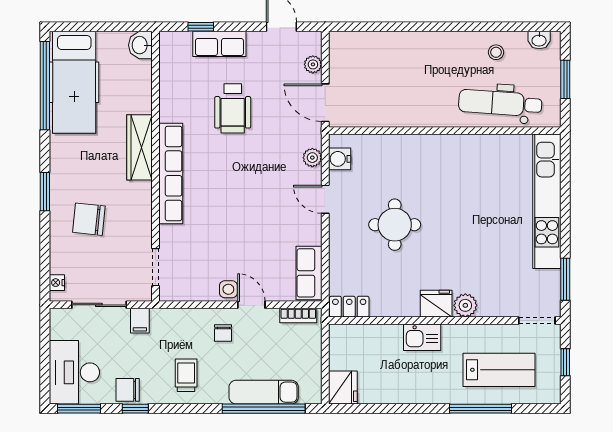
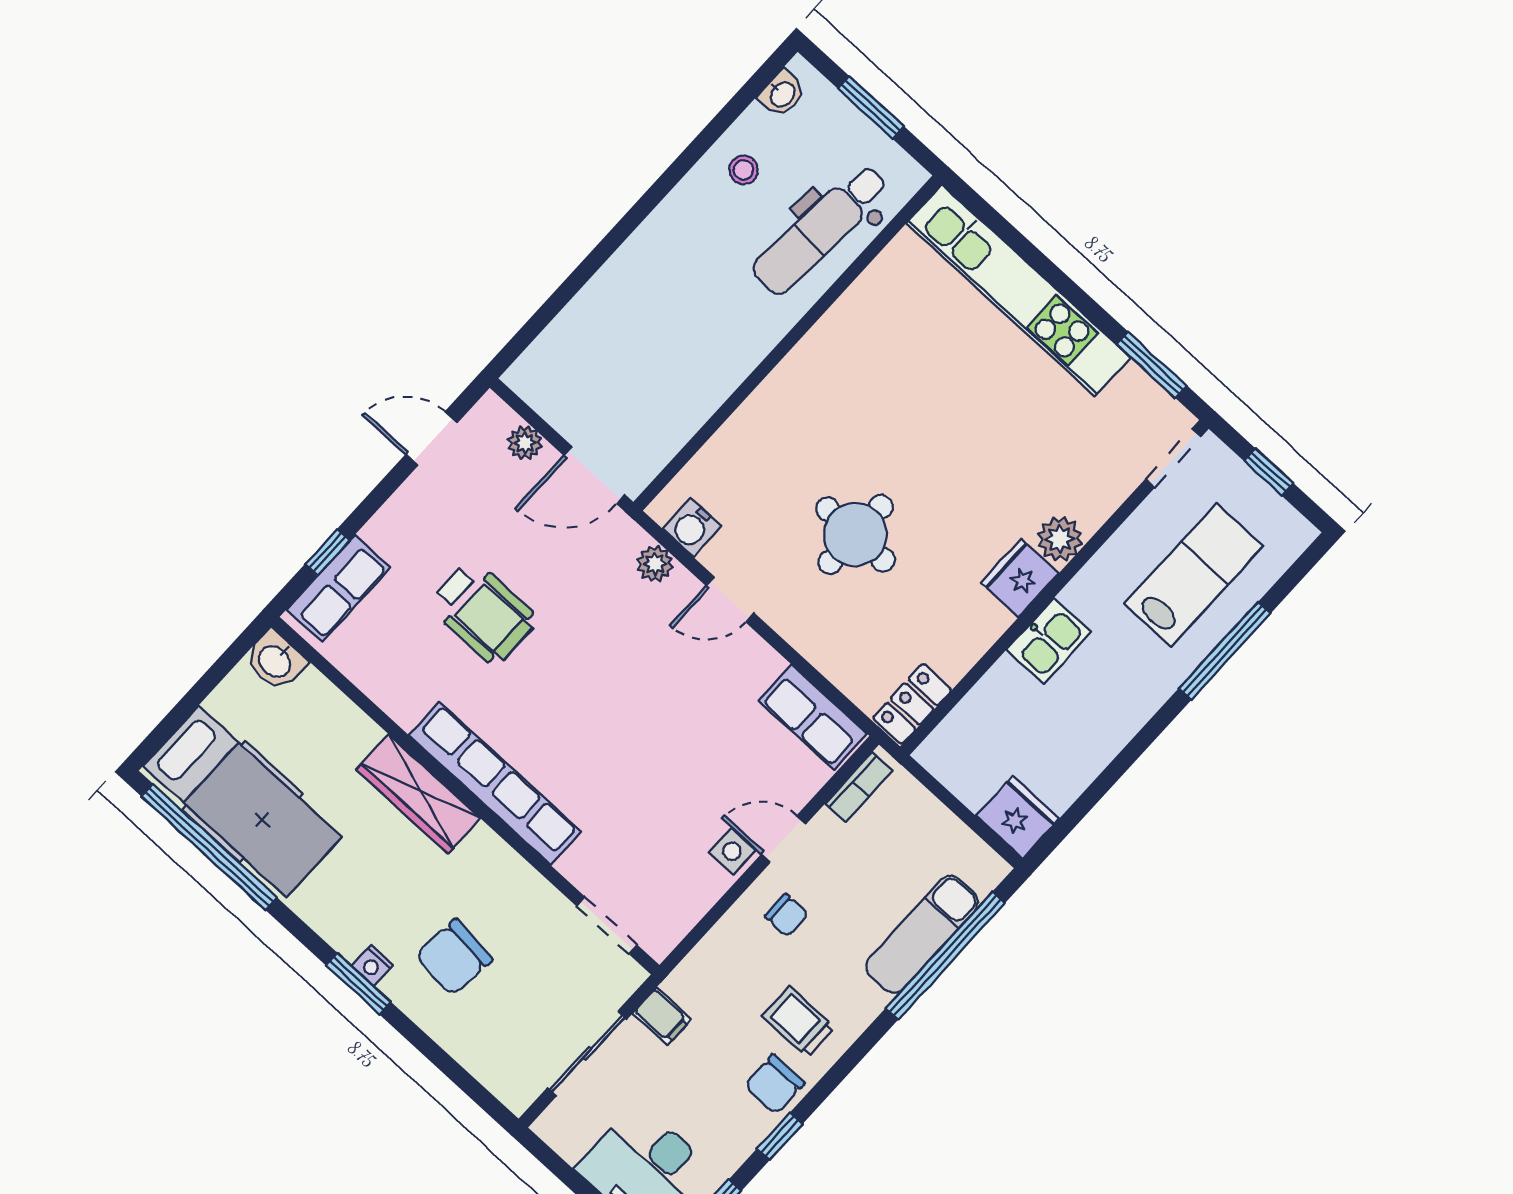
row of seats: (219, 44) -> (338, 588), moved
nightstand: (57, 283) -> (373, 966), moved
chair: (128, 390) -> (774, 1084), moved

